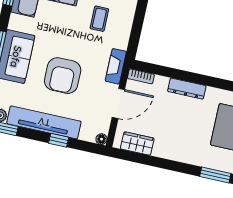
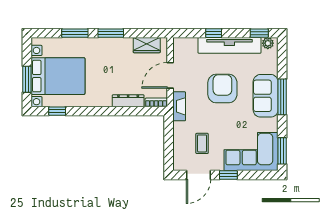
dresser: (187, 89) -> (128, 101), moved
floor lamp: (101, 139) -> (178, 42), removed
window: (175, 166) -> (111, 33), added

